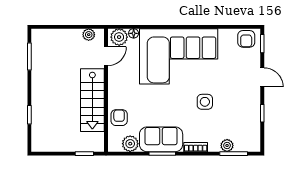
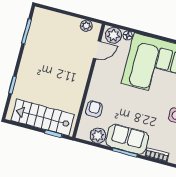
stairs: (92, 100) -> (43, 117), moved, turned 90

